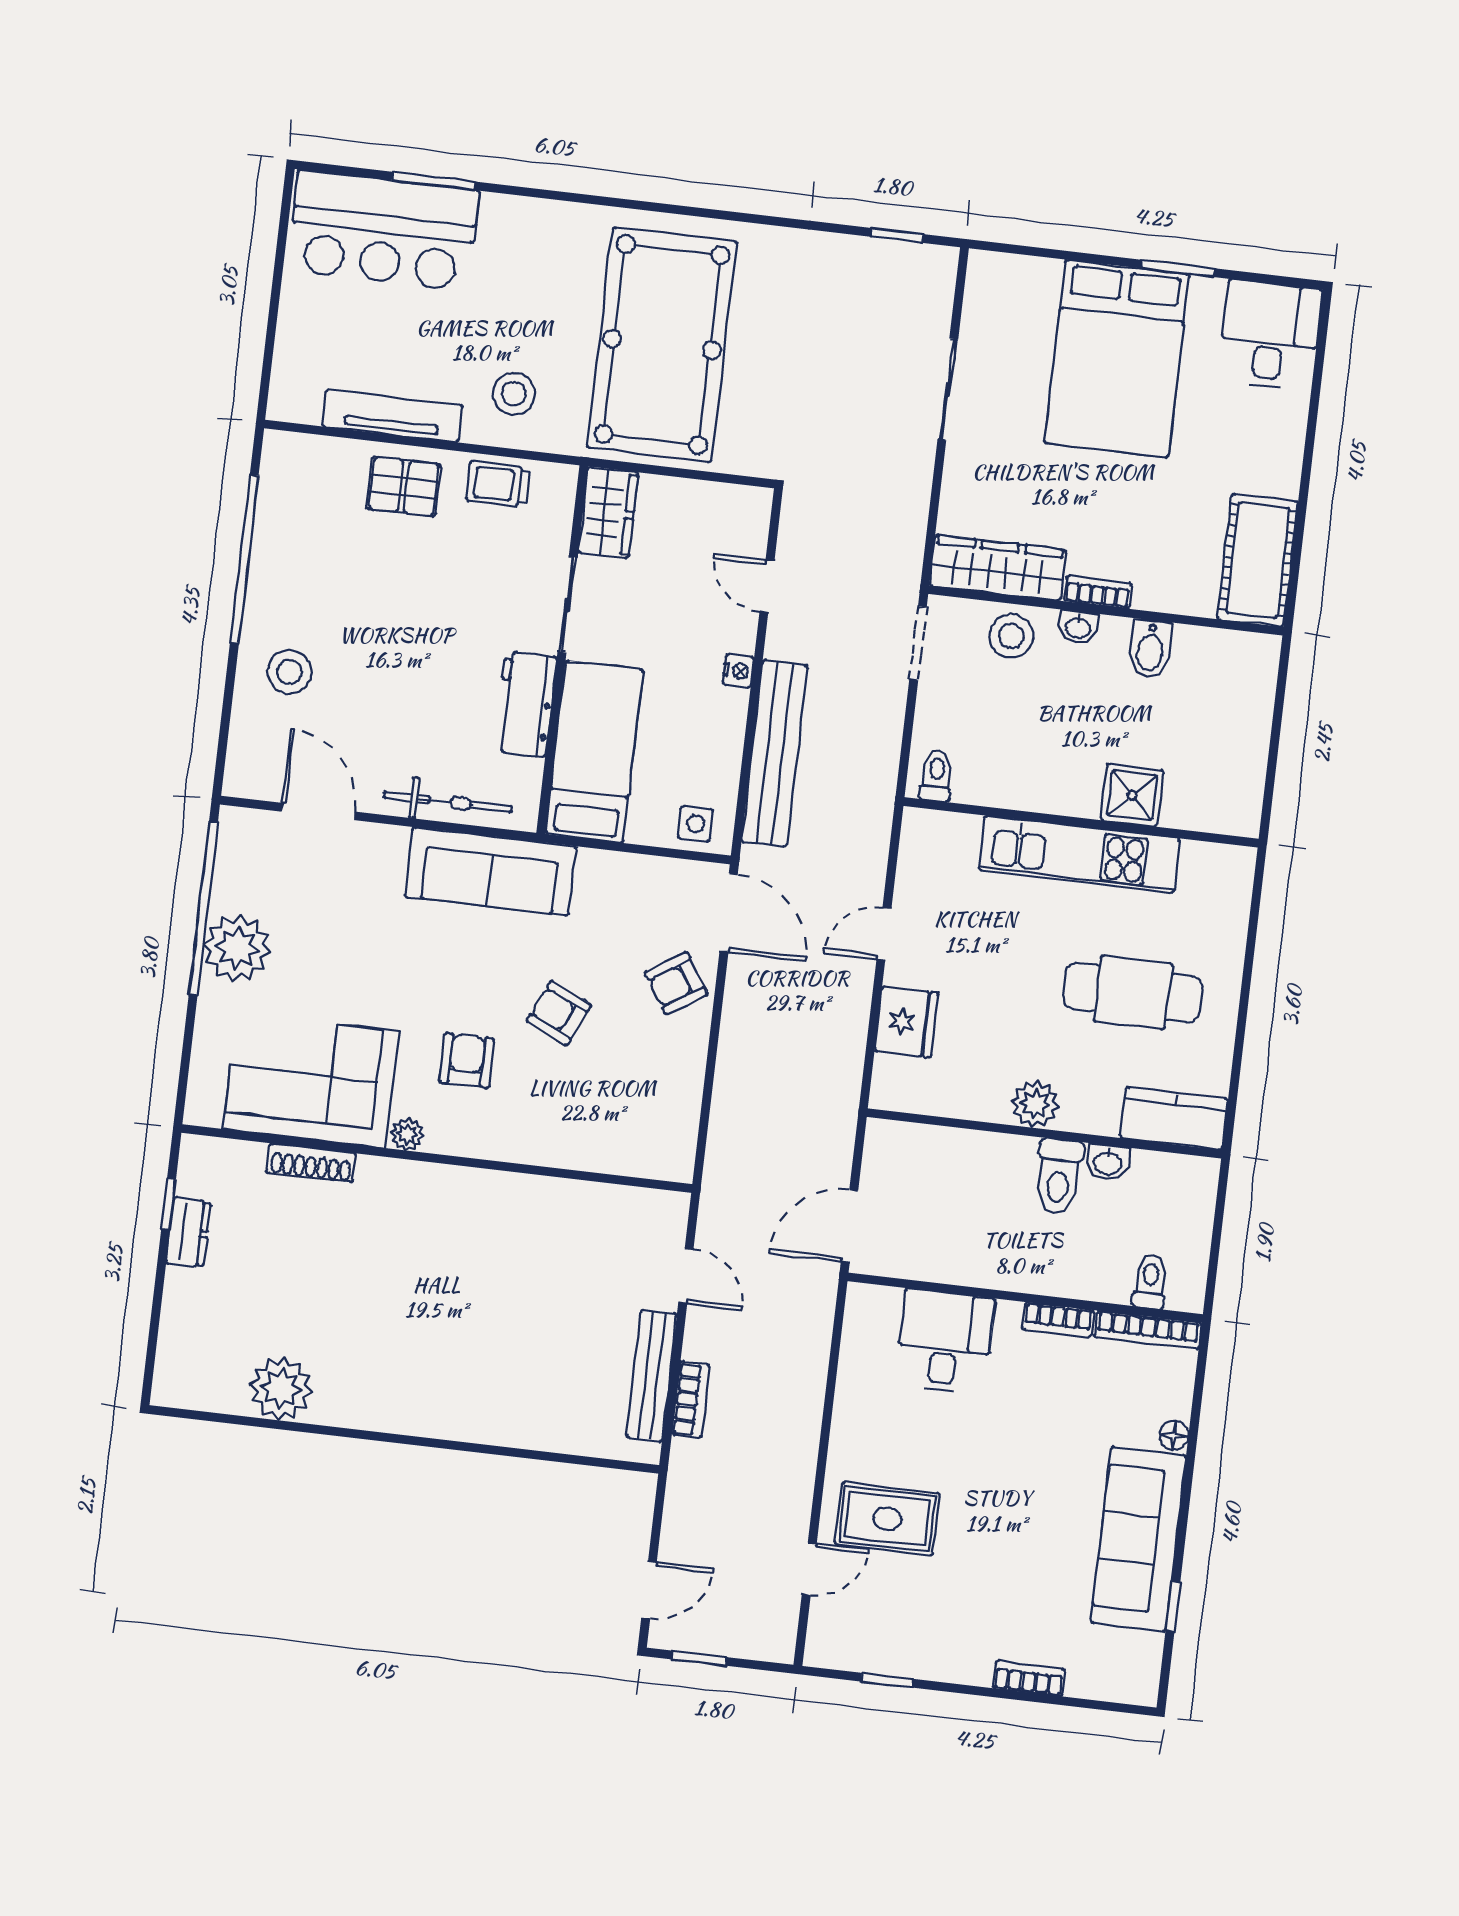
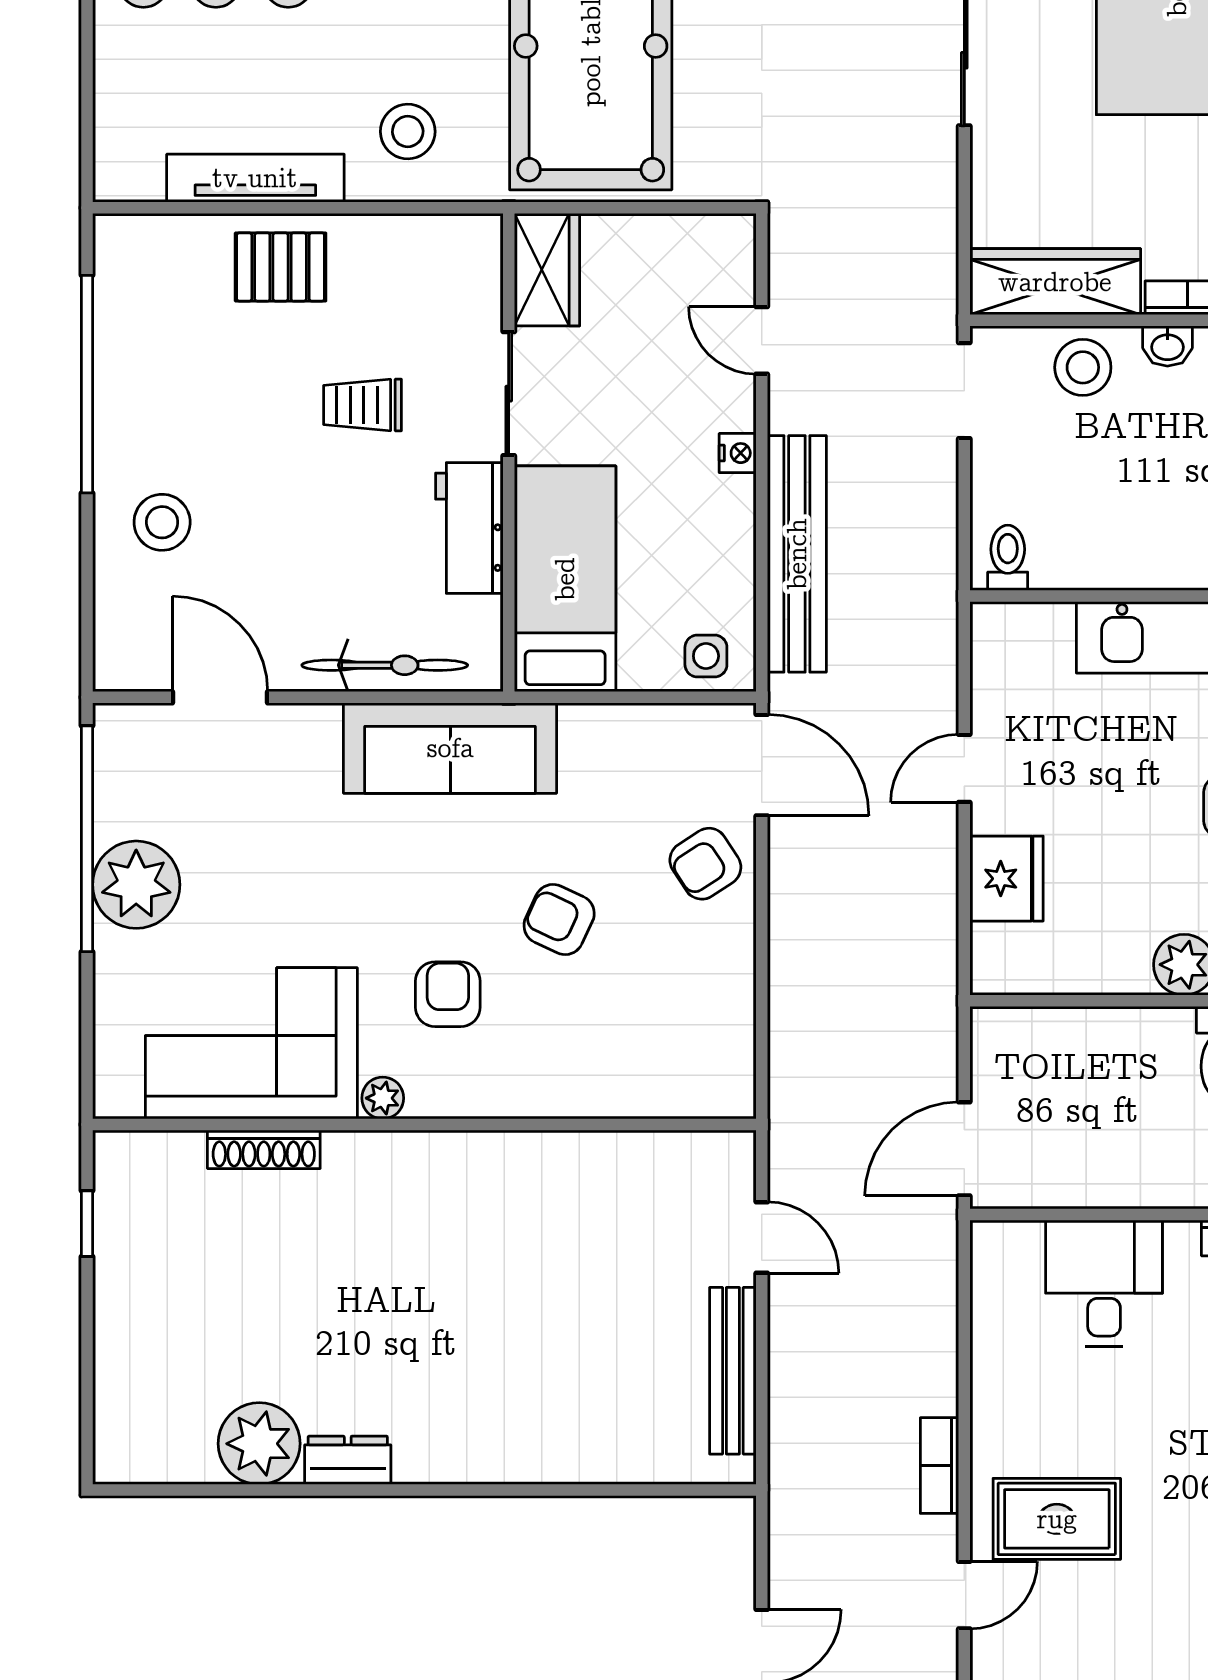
trolley: (498, 484) -> (362, 405), moved
dresser: (188, 1232) -> (348, 1460), moved, turned -90
bookcase: (691, 1400) -> (940, 1466), moved, turned 180

